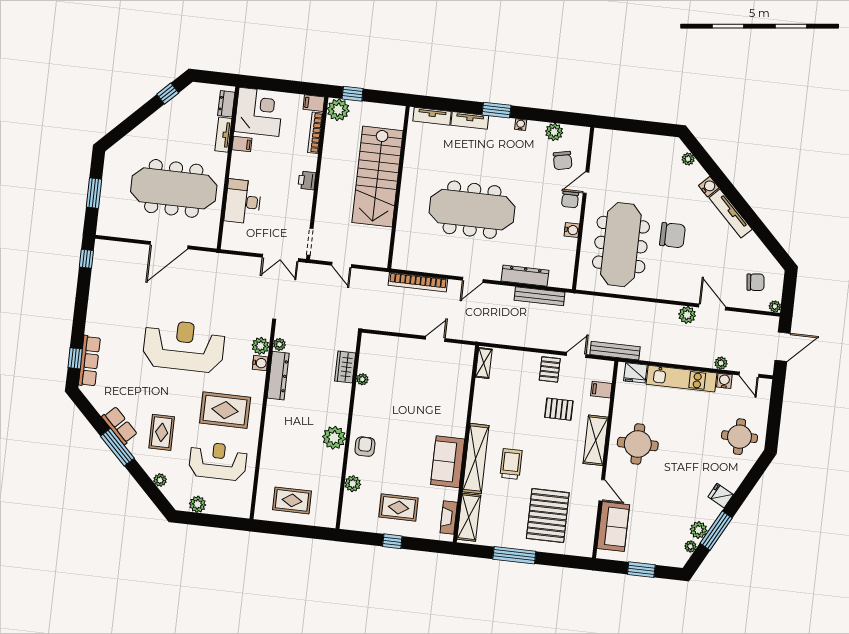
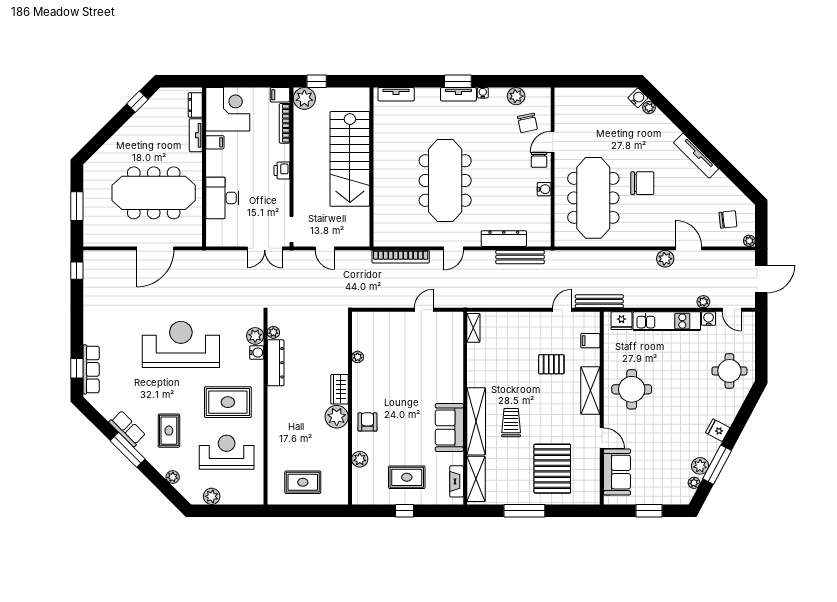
tv unit: (470, 120) -> (458, 94), moved
water cooler: (709, 187) -> (638, 98), moved
meeting table: (472, 210) -> (445, 181), turned 90
wardrobe: (345, 367) -> (339, 389), moved
pallet: (550, 369) -> (538, 327), removed

